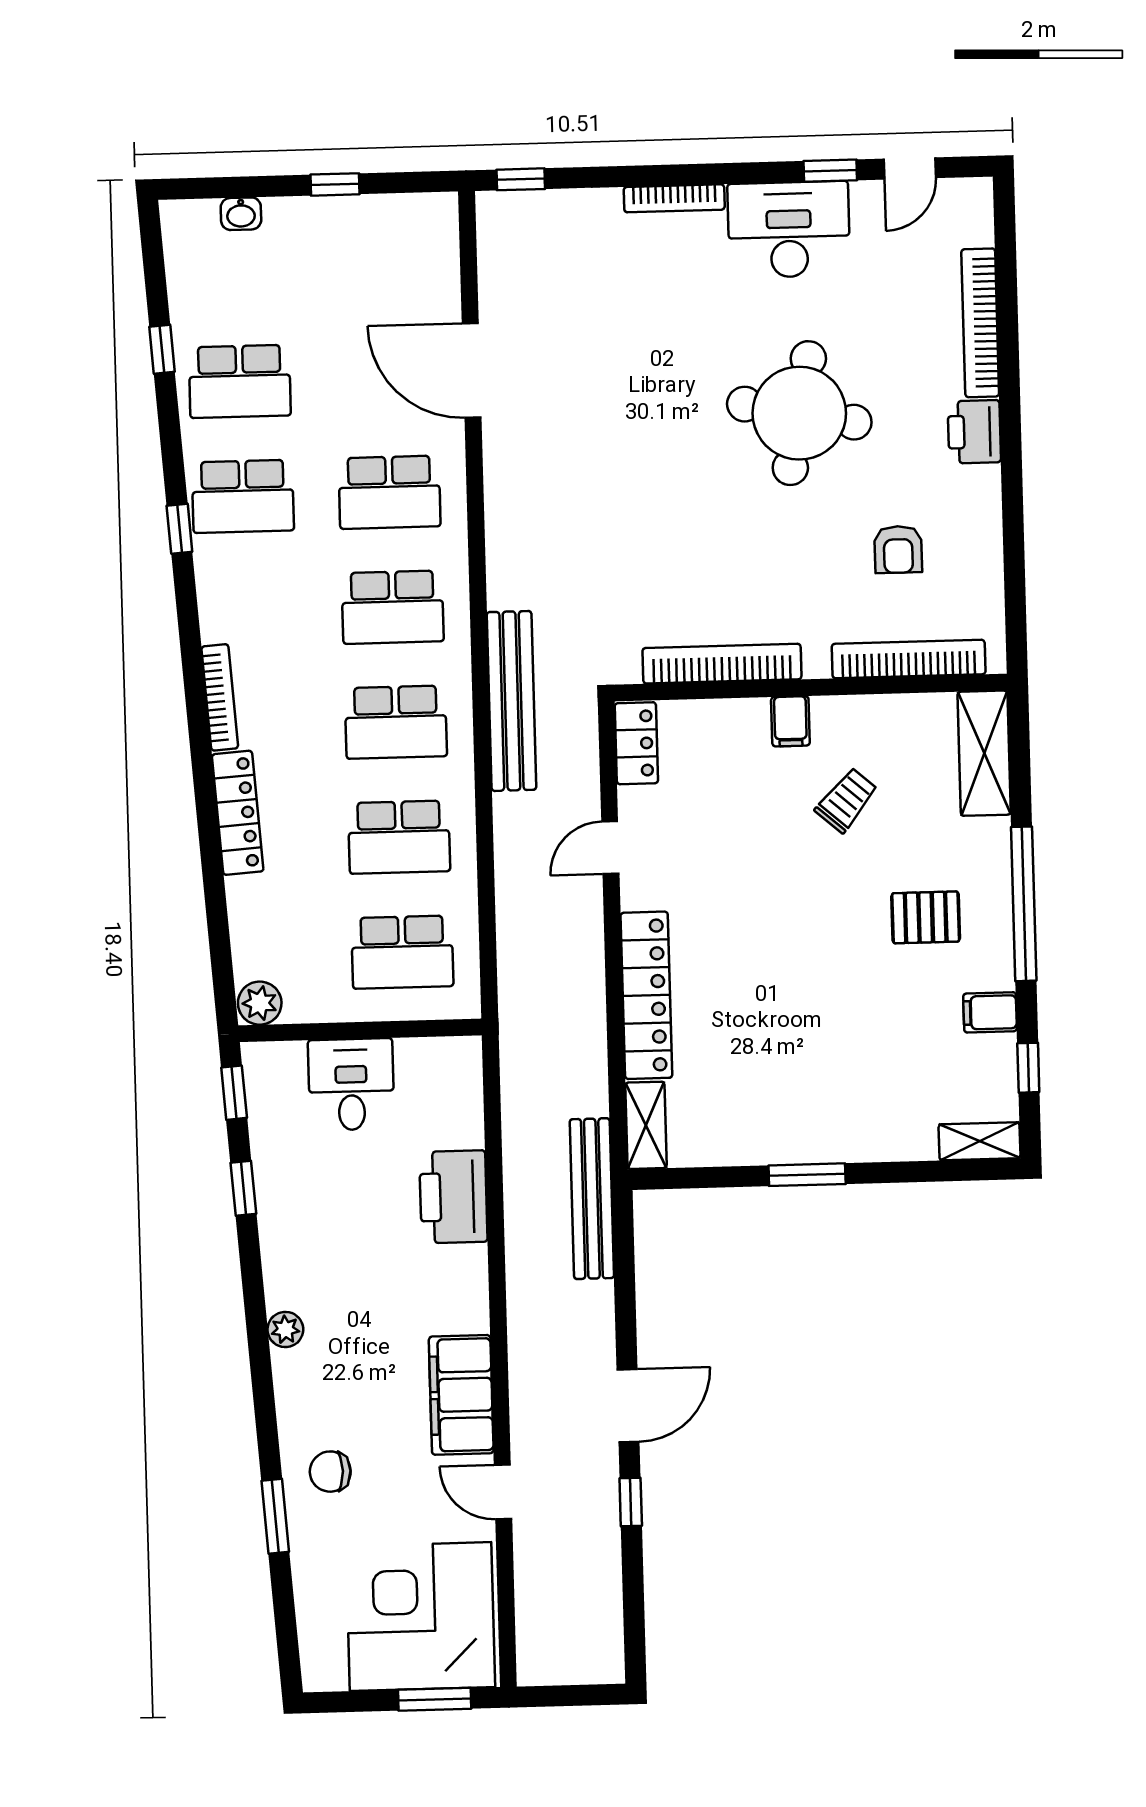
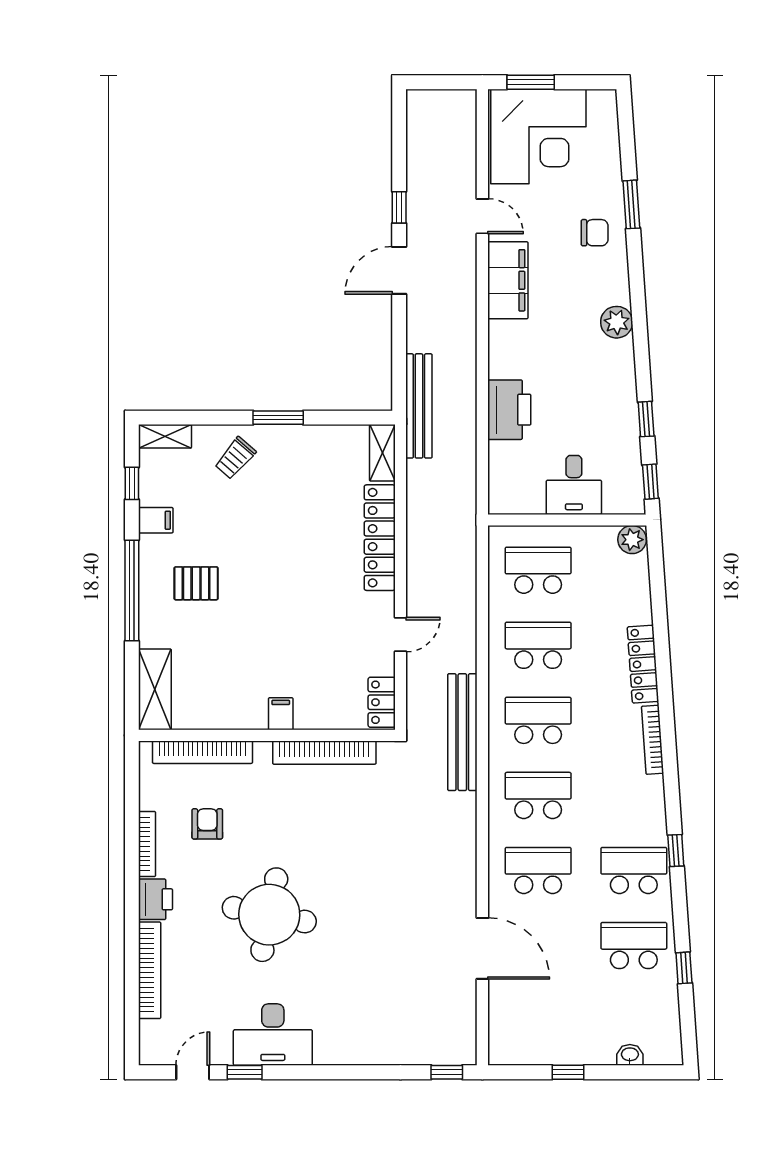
bookcase: (674, 198) -> (147, 844), moved, turned 90
trolley: (846, 800) -> (235, 458), moved
plant: (285, 1329) -> (617, 322), width x1.38, depth x1.38

